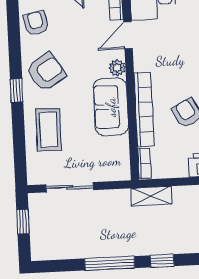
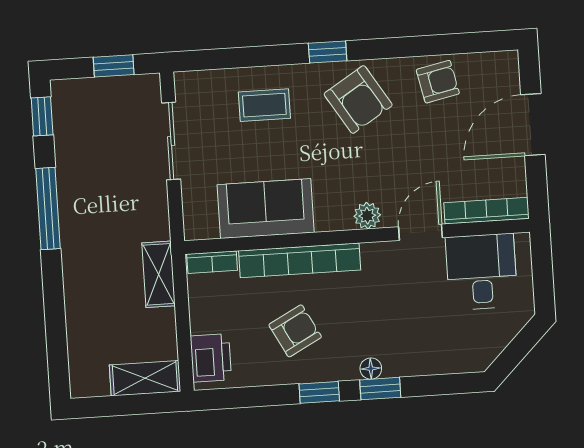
door: (128, 35) -> (420, 232), hinge flipped
sofa: (111, 107) -> (266, 209), moved
coffee table: (49, 130) -> (264, 105), width x0.73, depth x0.77
window: (162, 261) -> (42, 116), moved

